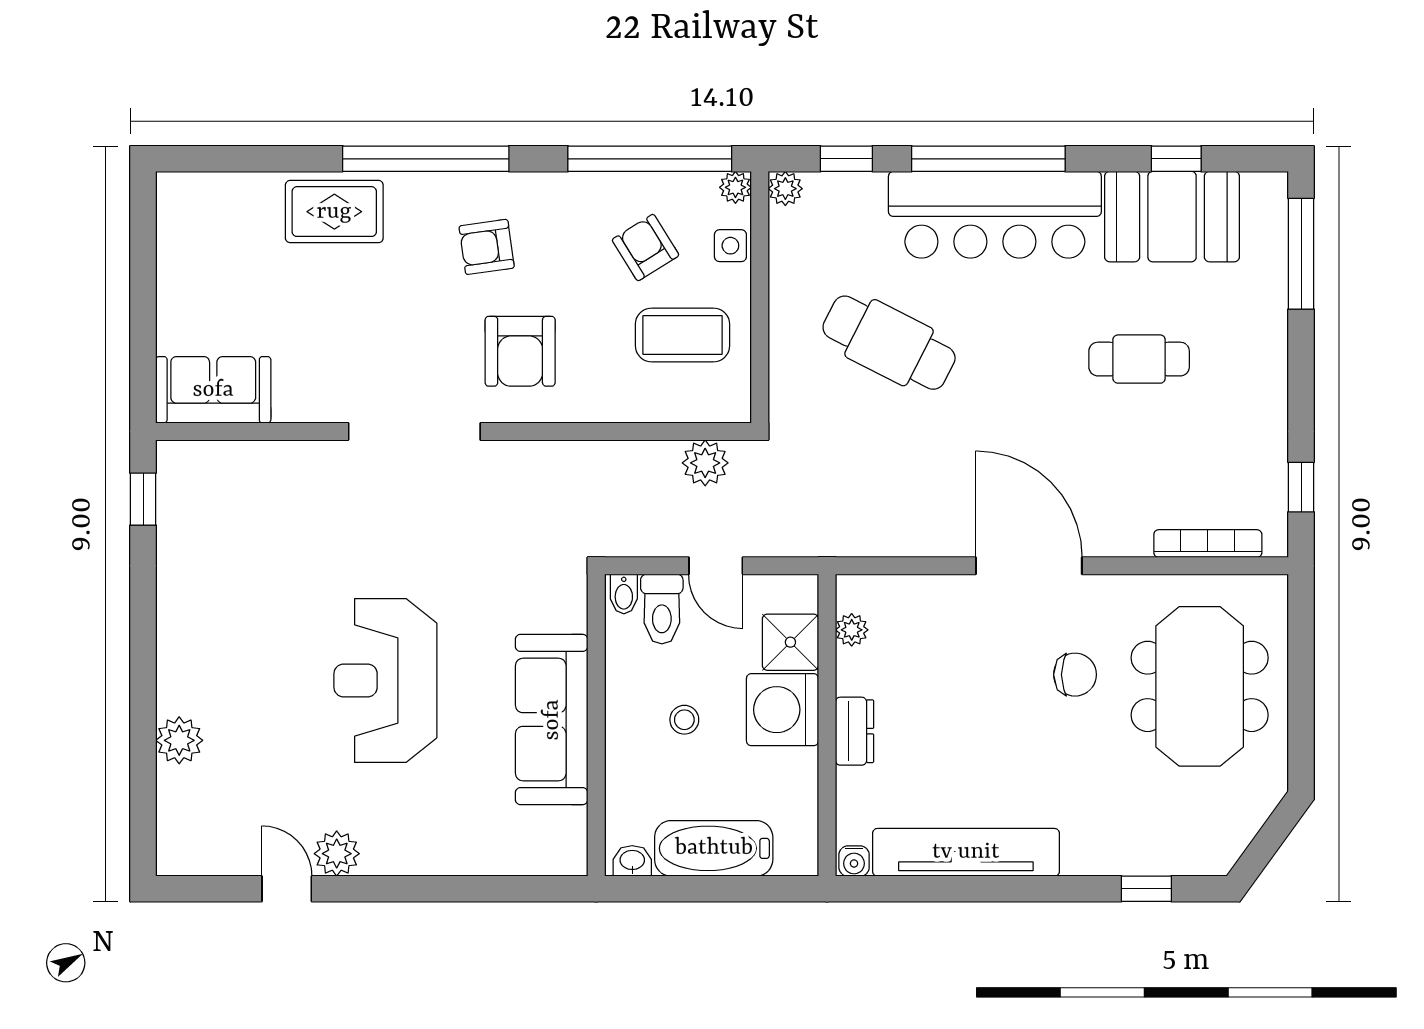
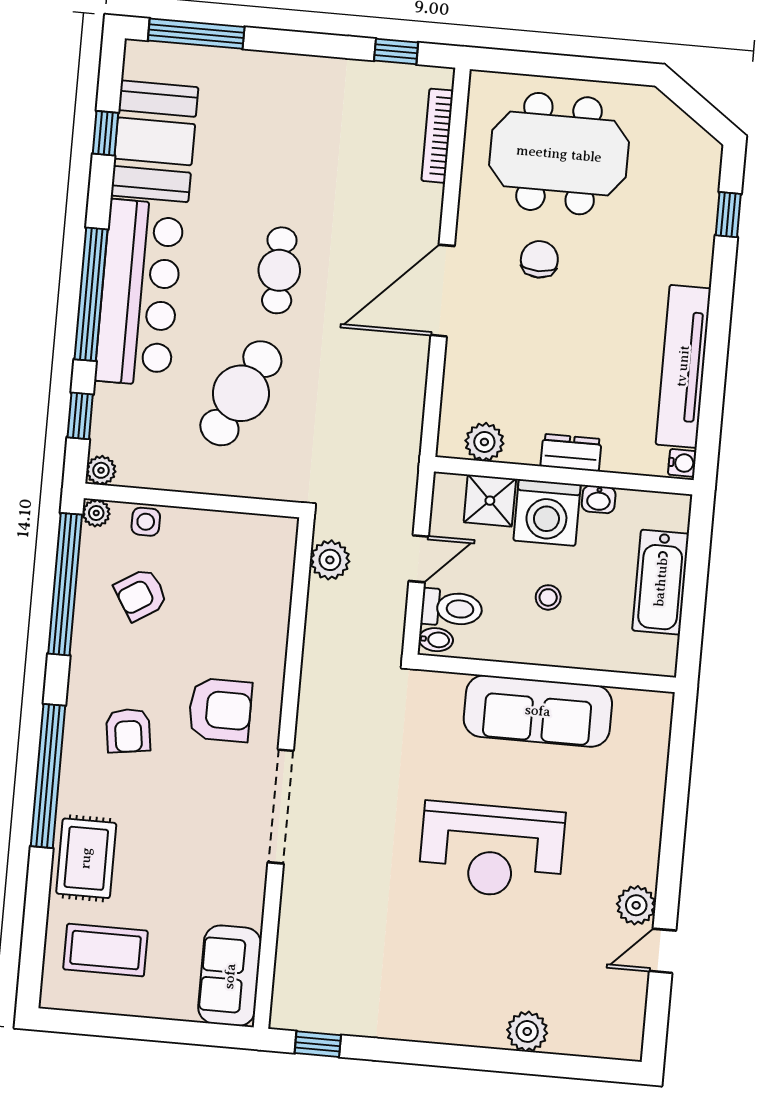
coffee table: (683, 335) -> (106, 950), moved, turned 90
cafe table: (1139, 359) -> (279, 270), moved
plant: (852, 630) -> (484, 442), width x1.38, depth x1.38
washbasin: (632, 861) -> (599, 499), moved, turned -90

